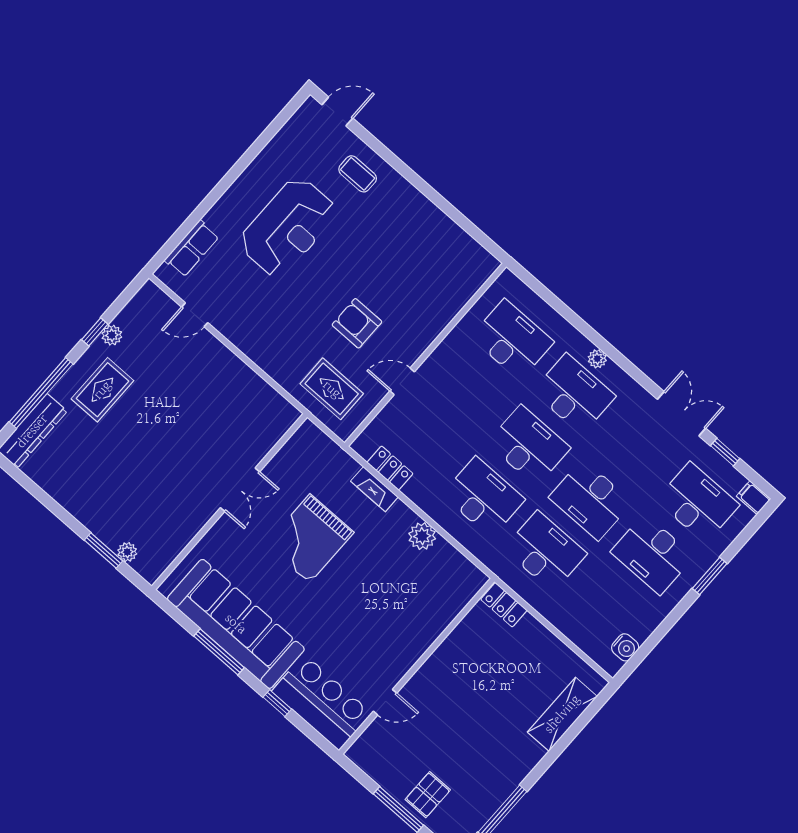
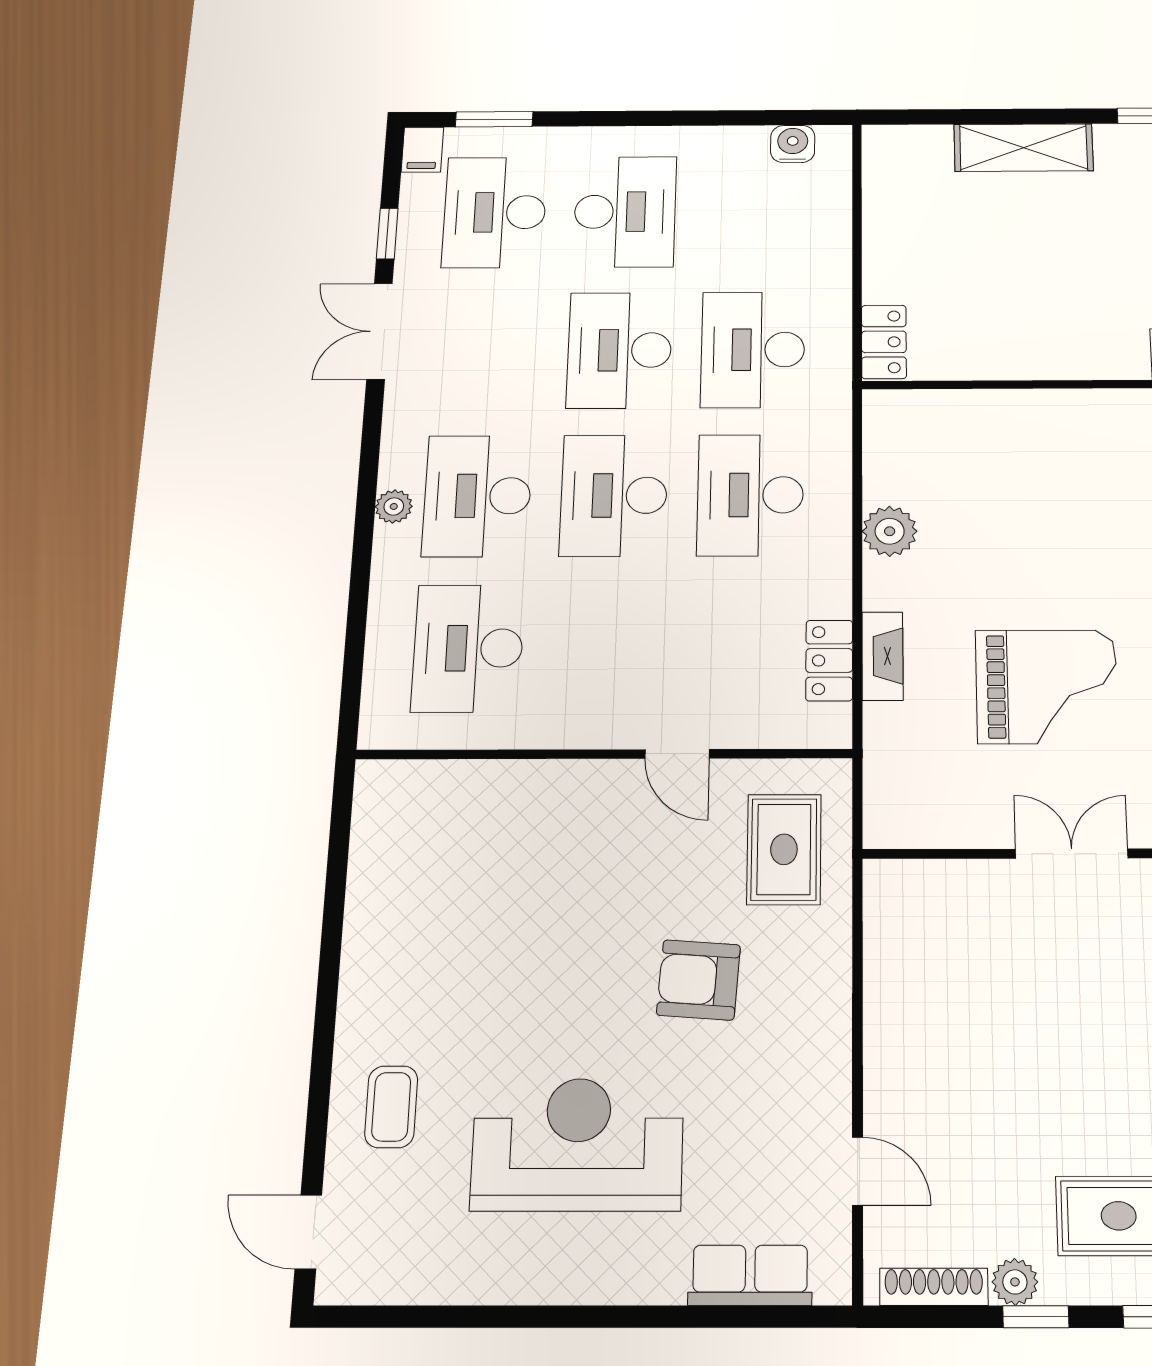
shoe rack: (134, 307) -> (934, 1287), added
armchair: (357, 323) -> (699, 980), moved, turned 94
desk: (591, 500) -> (620, 350), turned 180
window: (710, 576) -> (494, 119), moved
shelving: (562, 714) -> (1024, 148), moved

